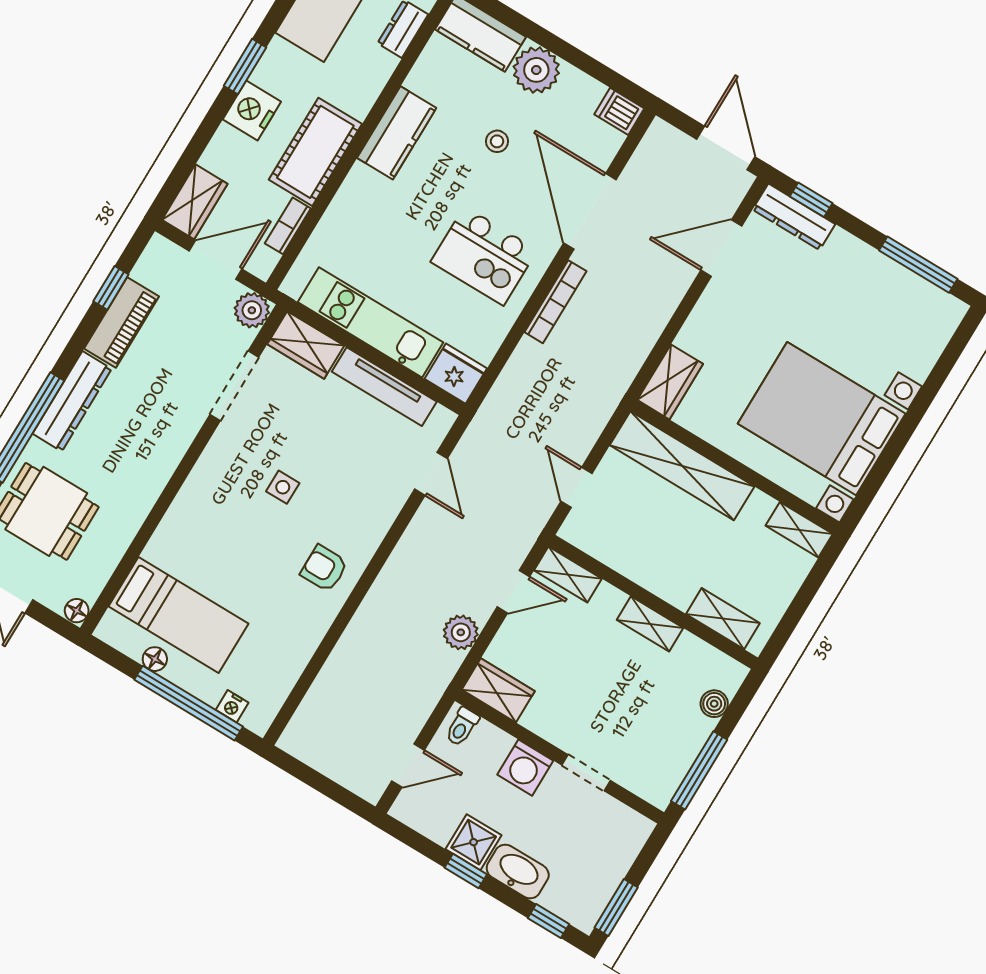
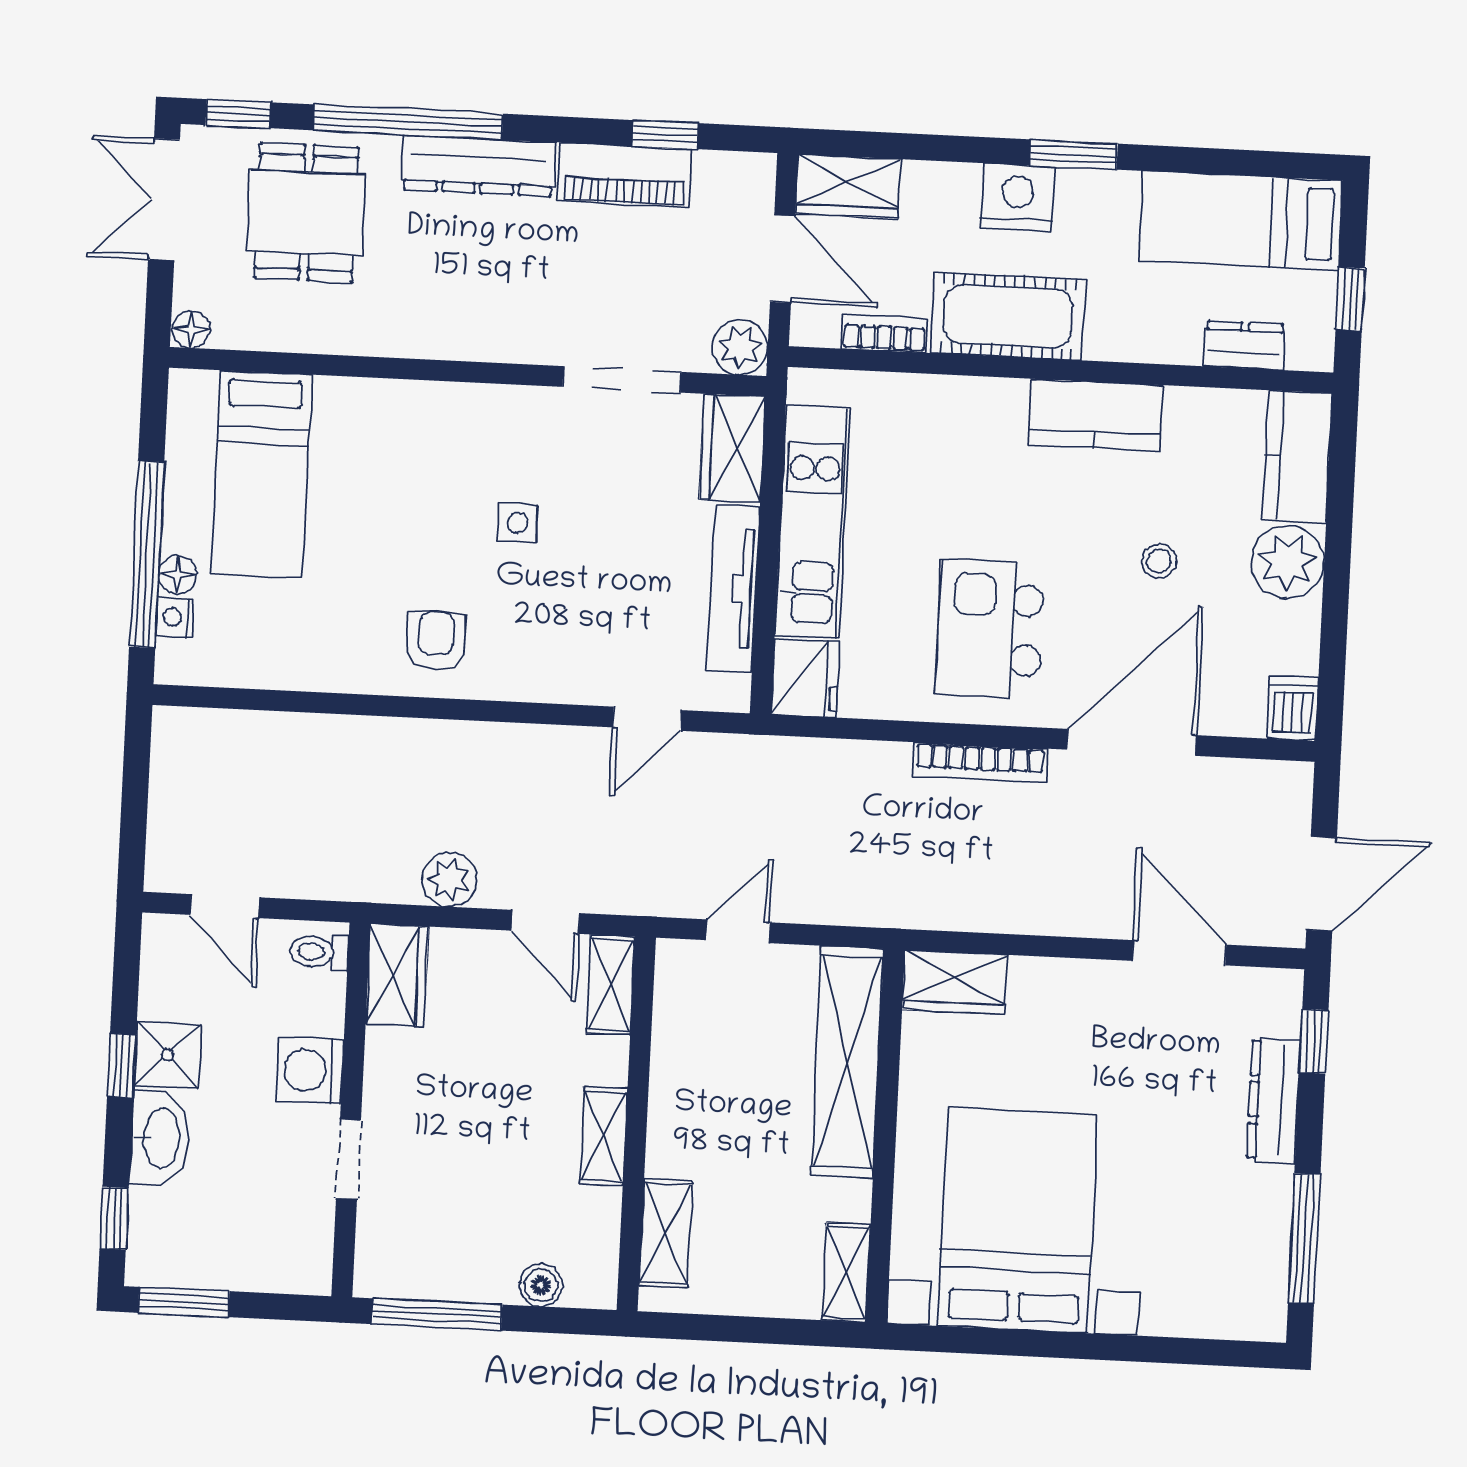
dresser: (794, 217) -> (1274, 1100), moved
floor lamp: (155, 659) -> (178, 575), moved

